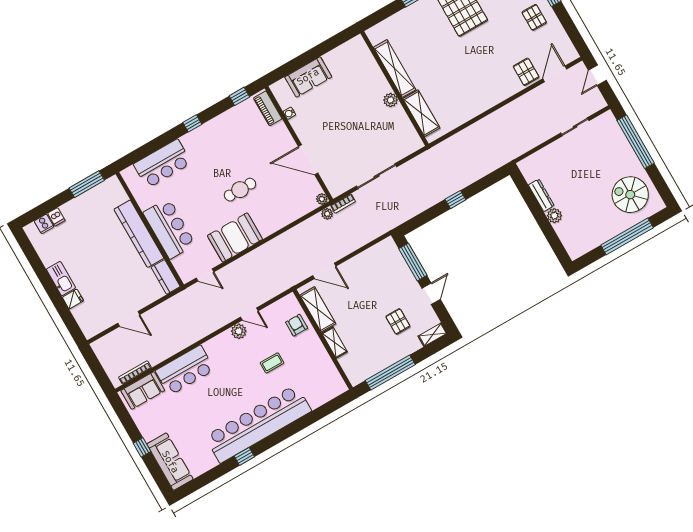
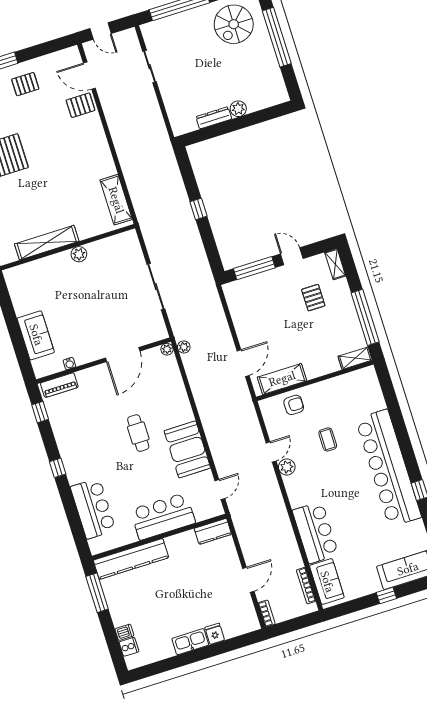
shelving: (421, 113) -> (116, 200), moved, turned 90
bookcase: (343, 204) -> (267, 613), moved
kitchen counter: (139, 234) -> (131, 559), moved
pallet: (398, 321) -> (313, 298), turned 90
armchair: (297, 325) -> (294, 405), turned 180
shelving: (334, 343) -> (355, 358), moved

